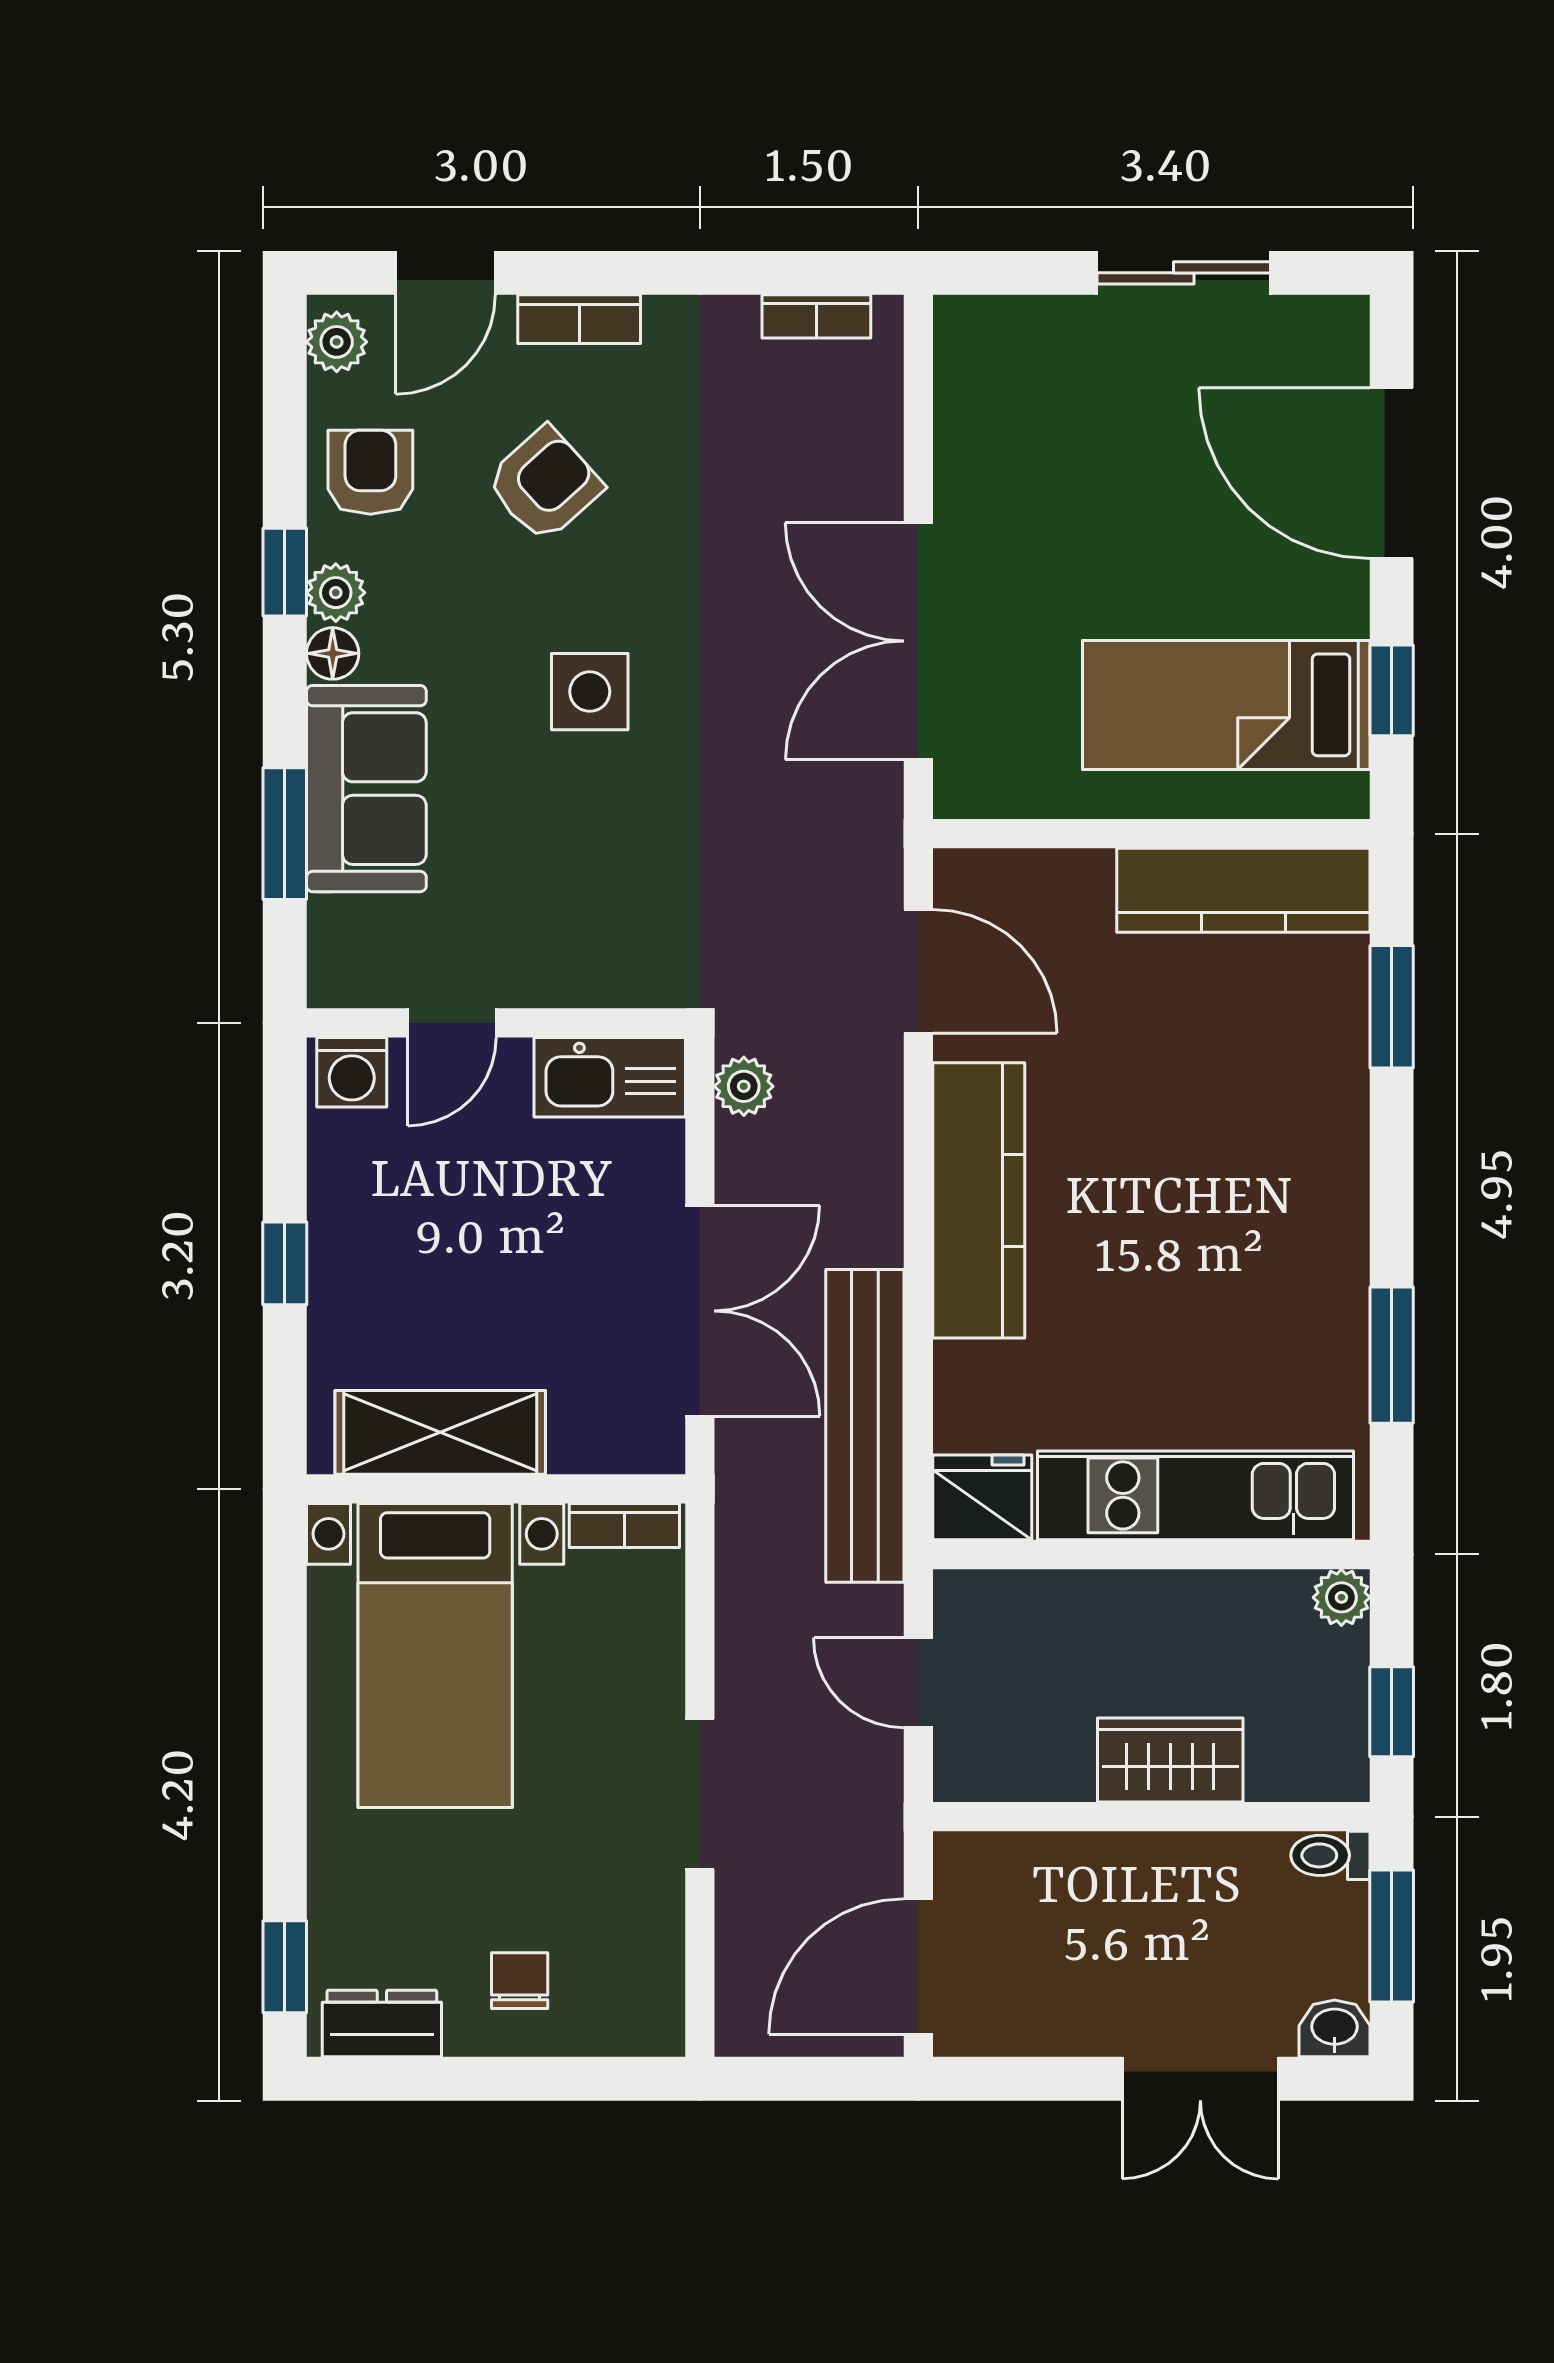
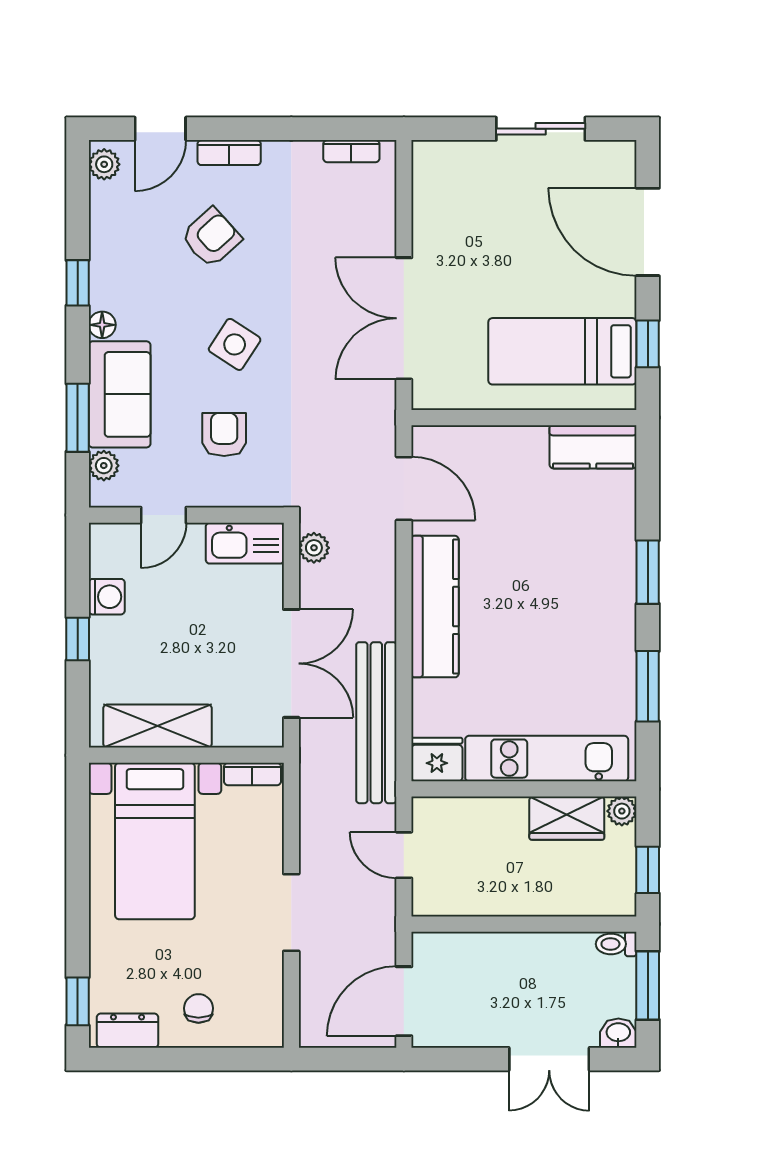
armchair: (370, 472) -> (224, 434), moved
plant: (336, 593) -> (104, 466), moved
side table: (590, 692) -> (235, 344), turned 33
kitchen counter: (1243, 890) -> (593, 447), width x0.67
window: (1392, 1007) -> (648, 572), moved
washing machine: (352, 1072) -> (107, 597), moved, turned -90
wardrobe: (1170, 1760) -> (567, 818), moved, turned 180

